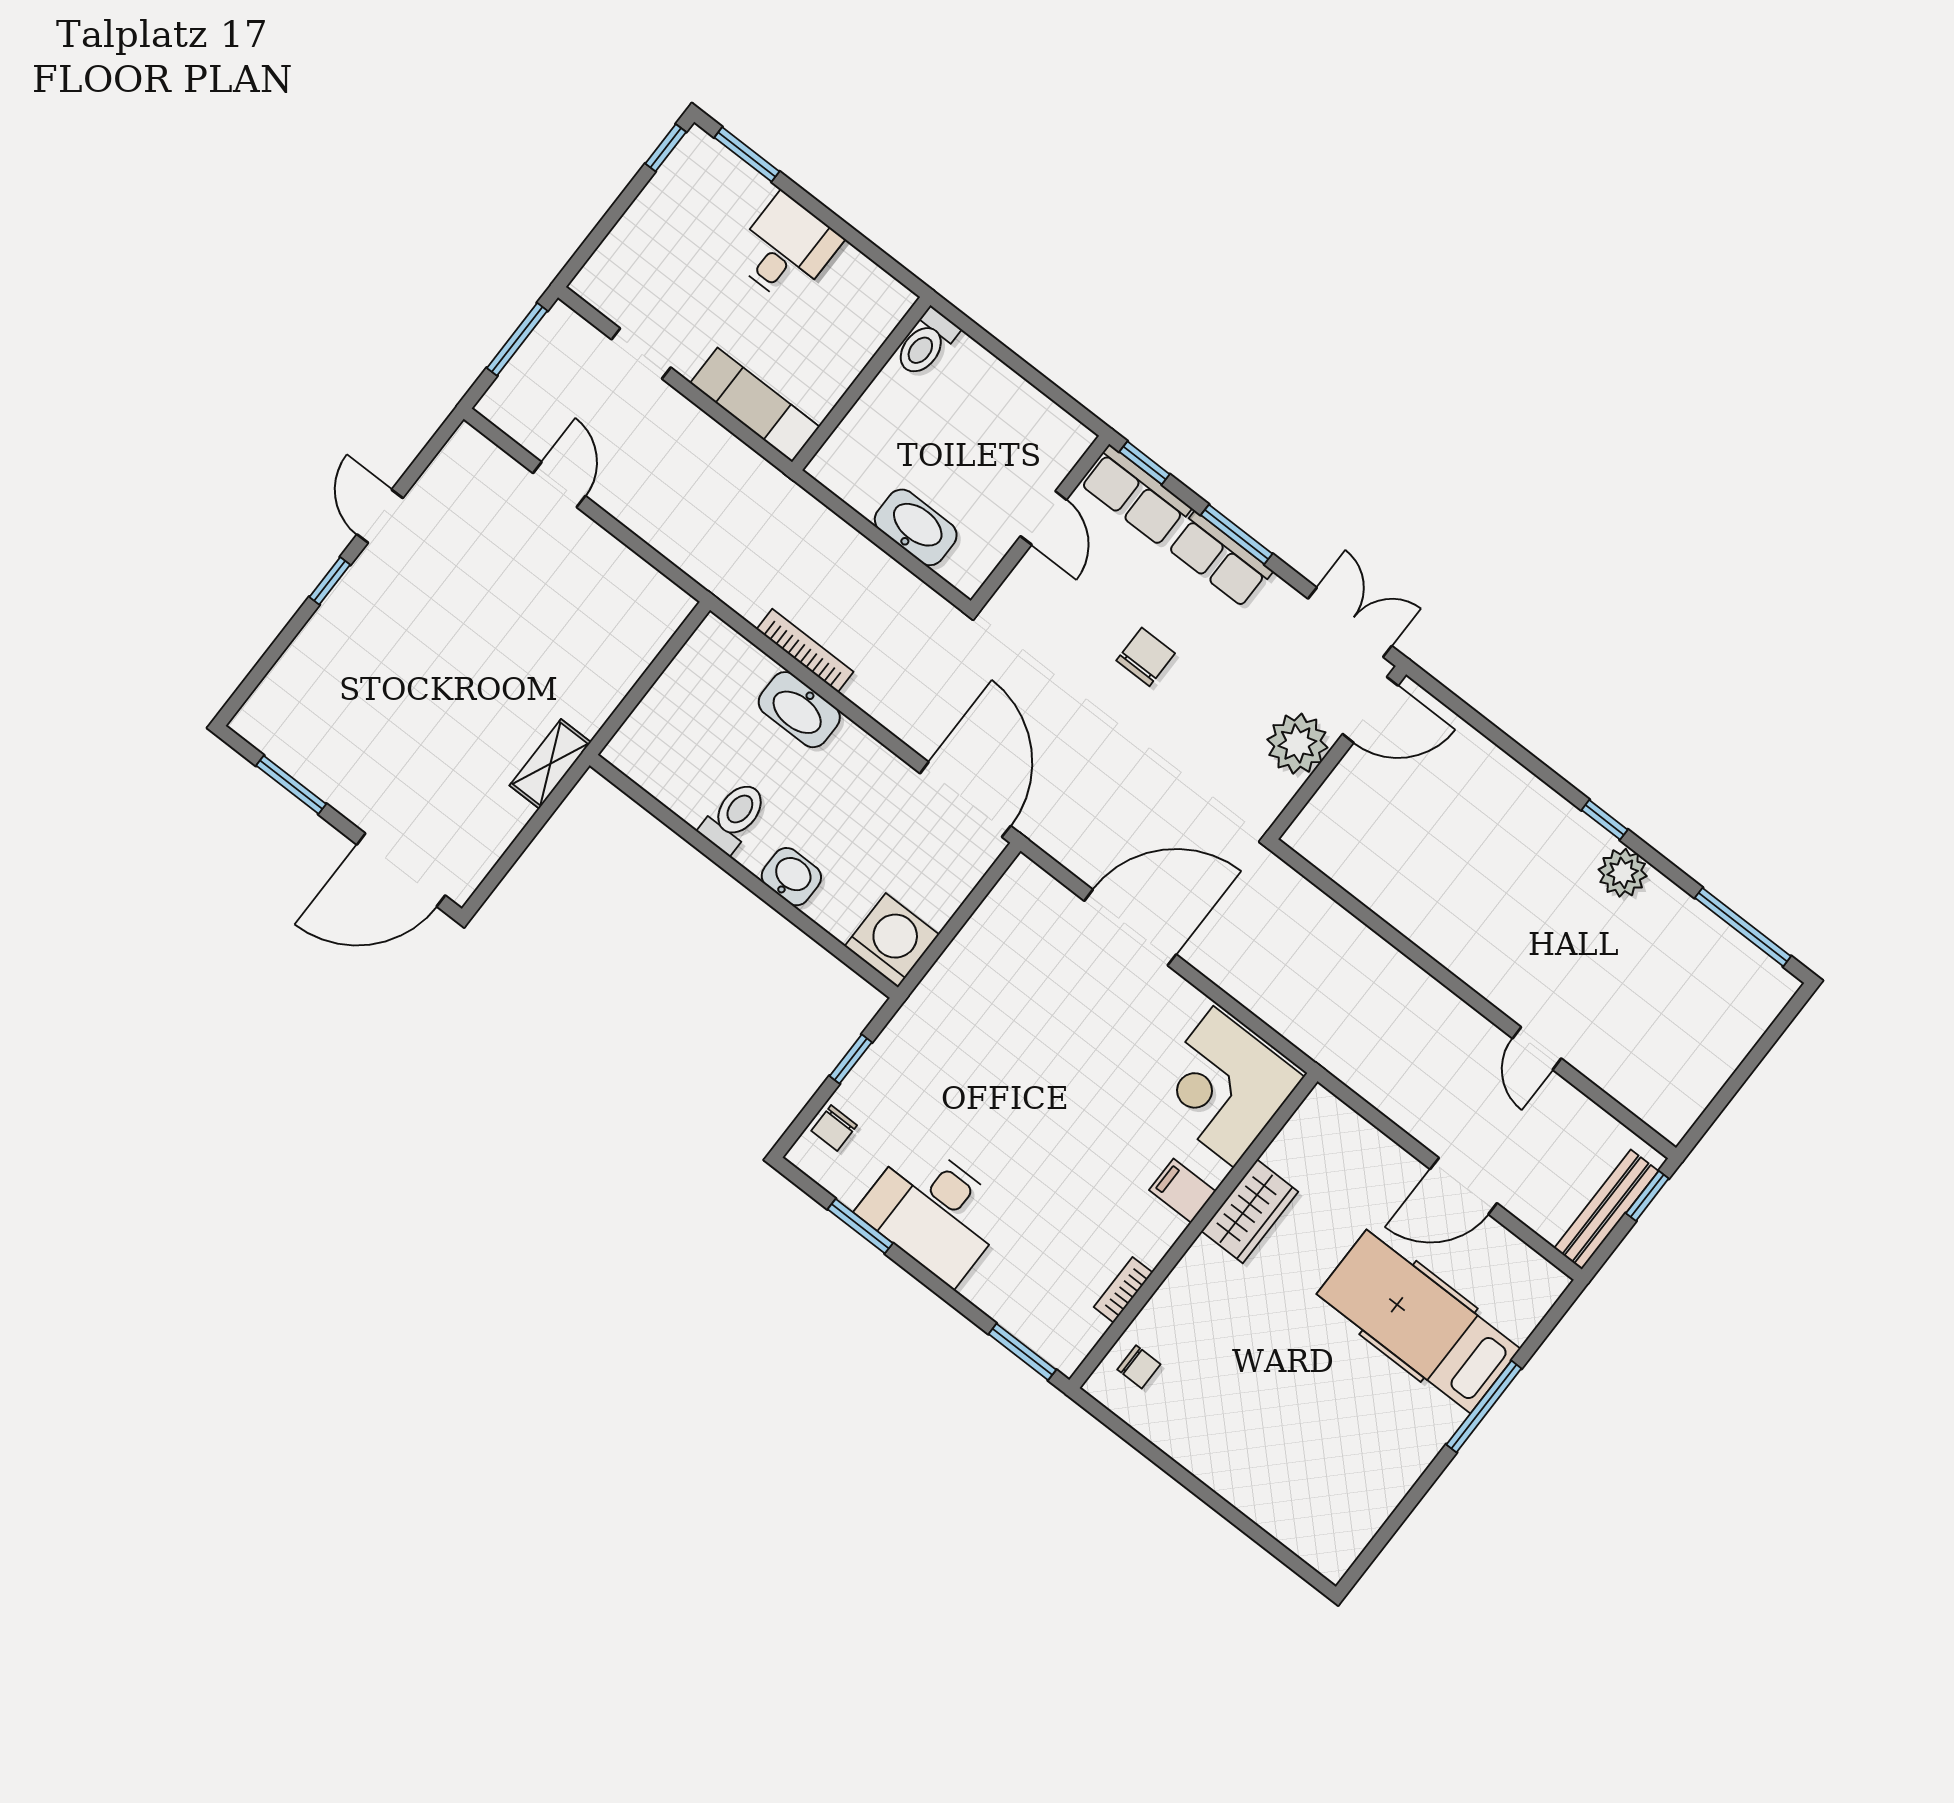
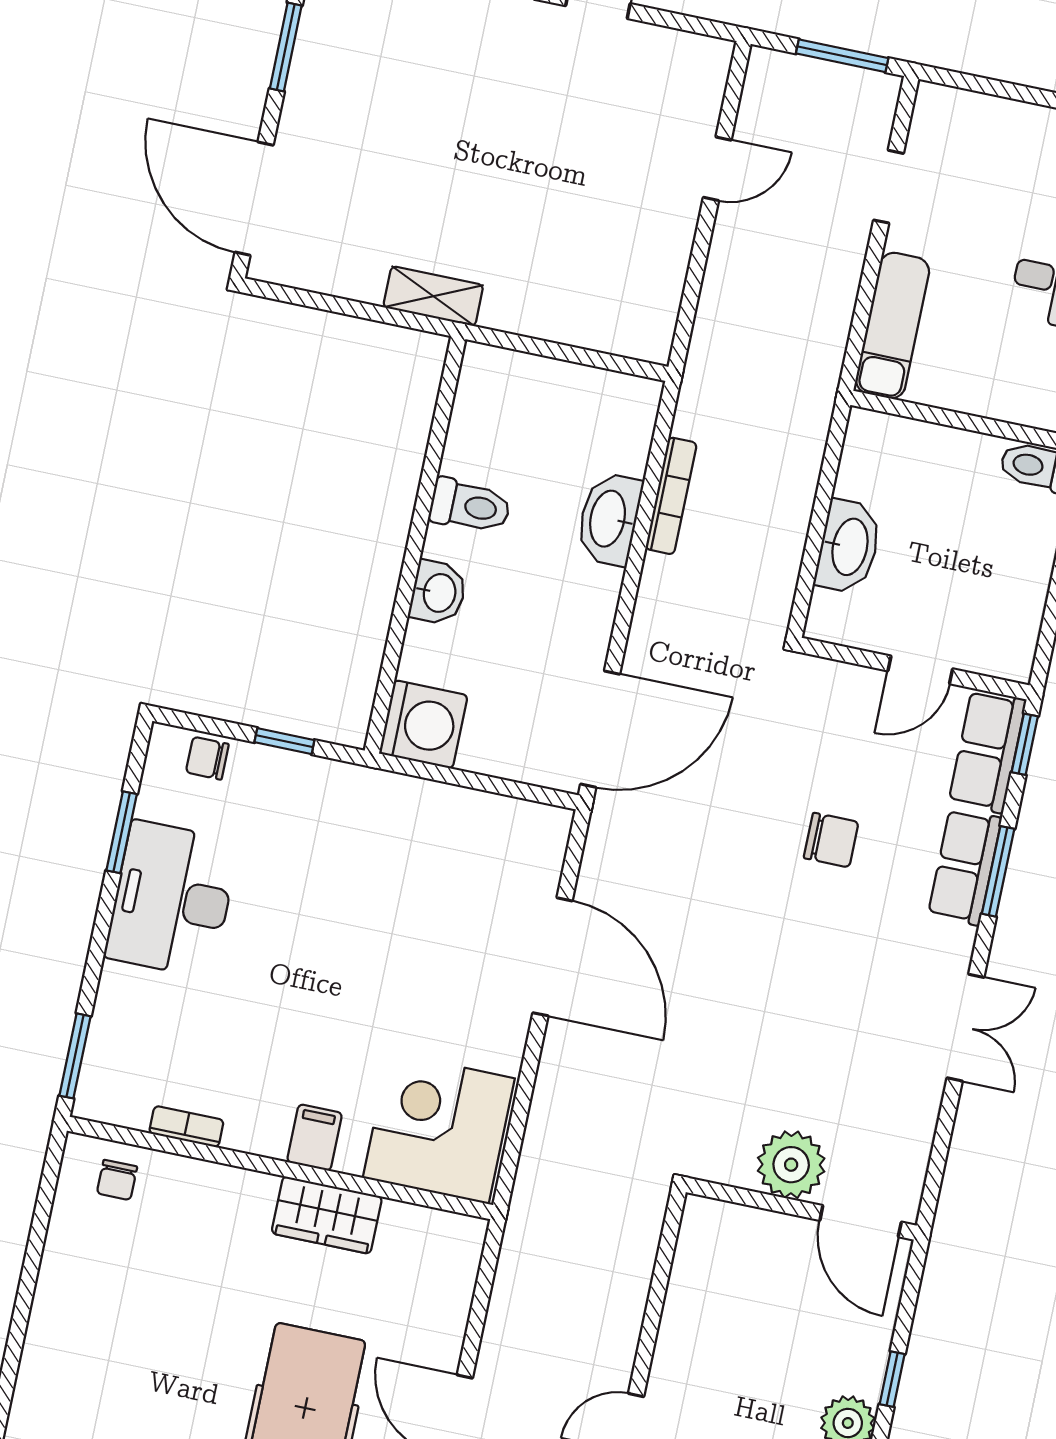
door: (1370, 710) -> (861, 1221), moved
plant: (1297, 744) -> (791, 1165), moved
wall: (1337, 753) -> (801, 1209), moved

